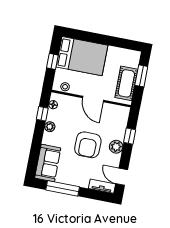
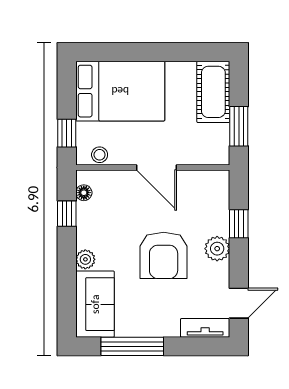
window: (52, 61) -> (67, 133), moved
window: (141, 76) -> (239, 126), moved
cot: (126, 83) -> (213, 92), moved
plant: (50, 127) -> (85, 259), moved
door: (122, 177) -> (239, 303), swing flipped

